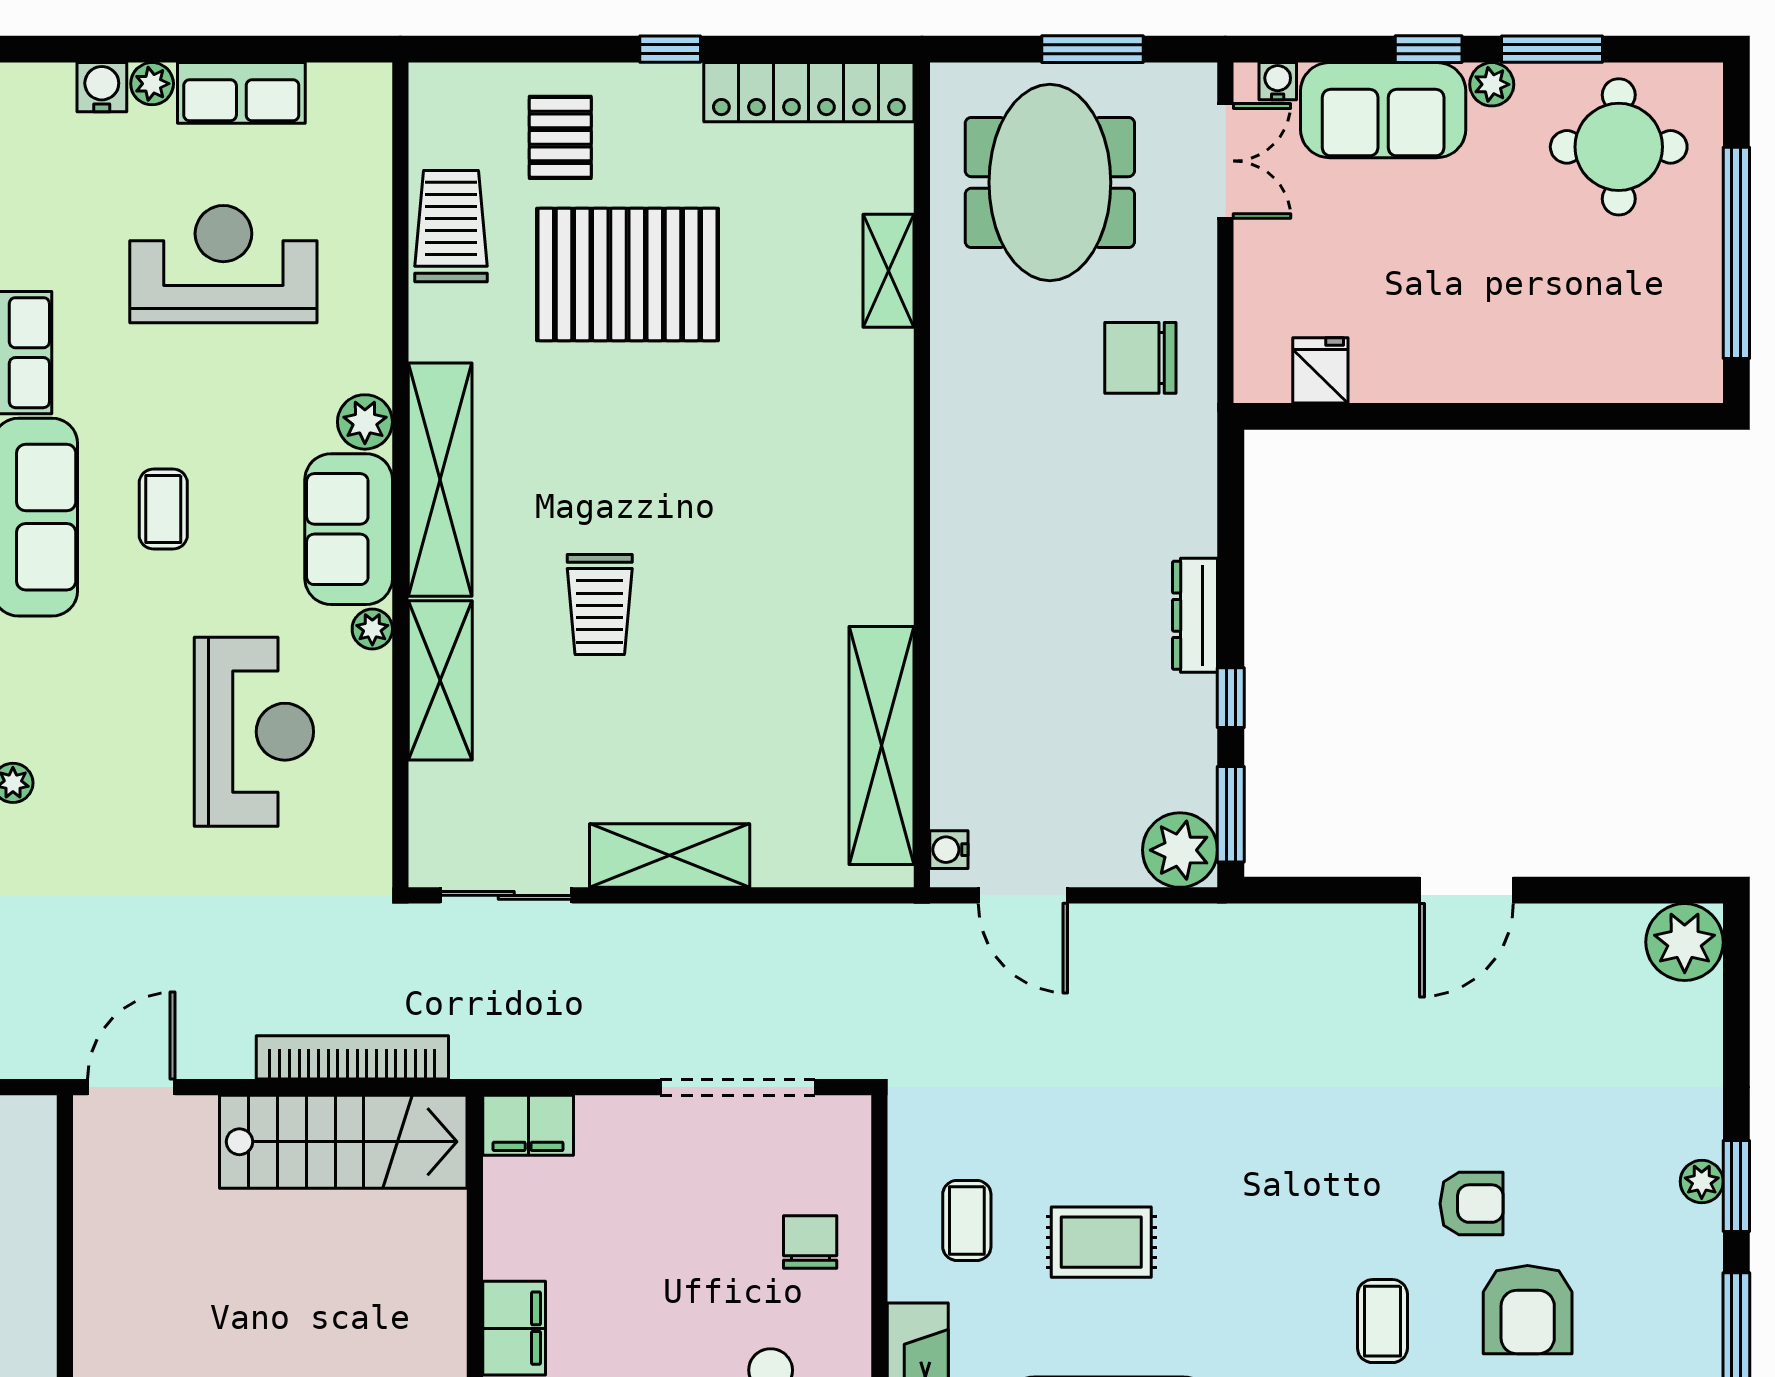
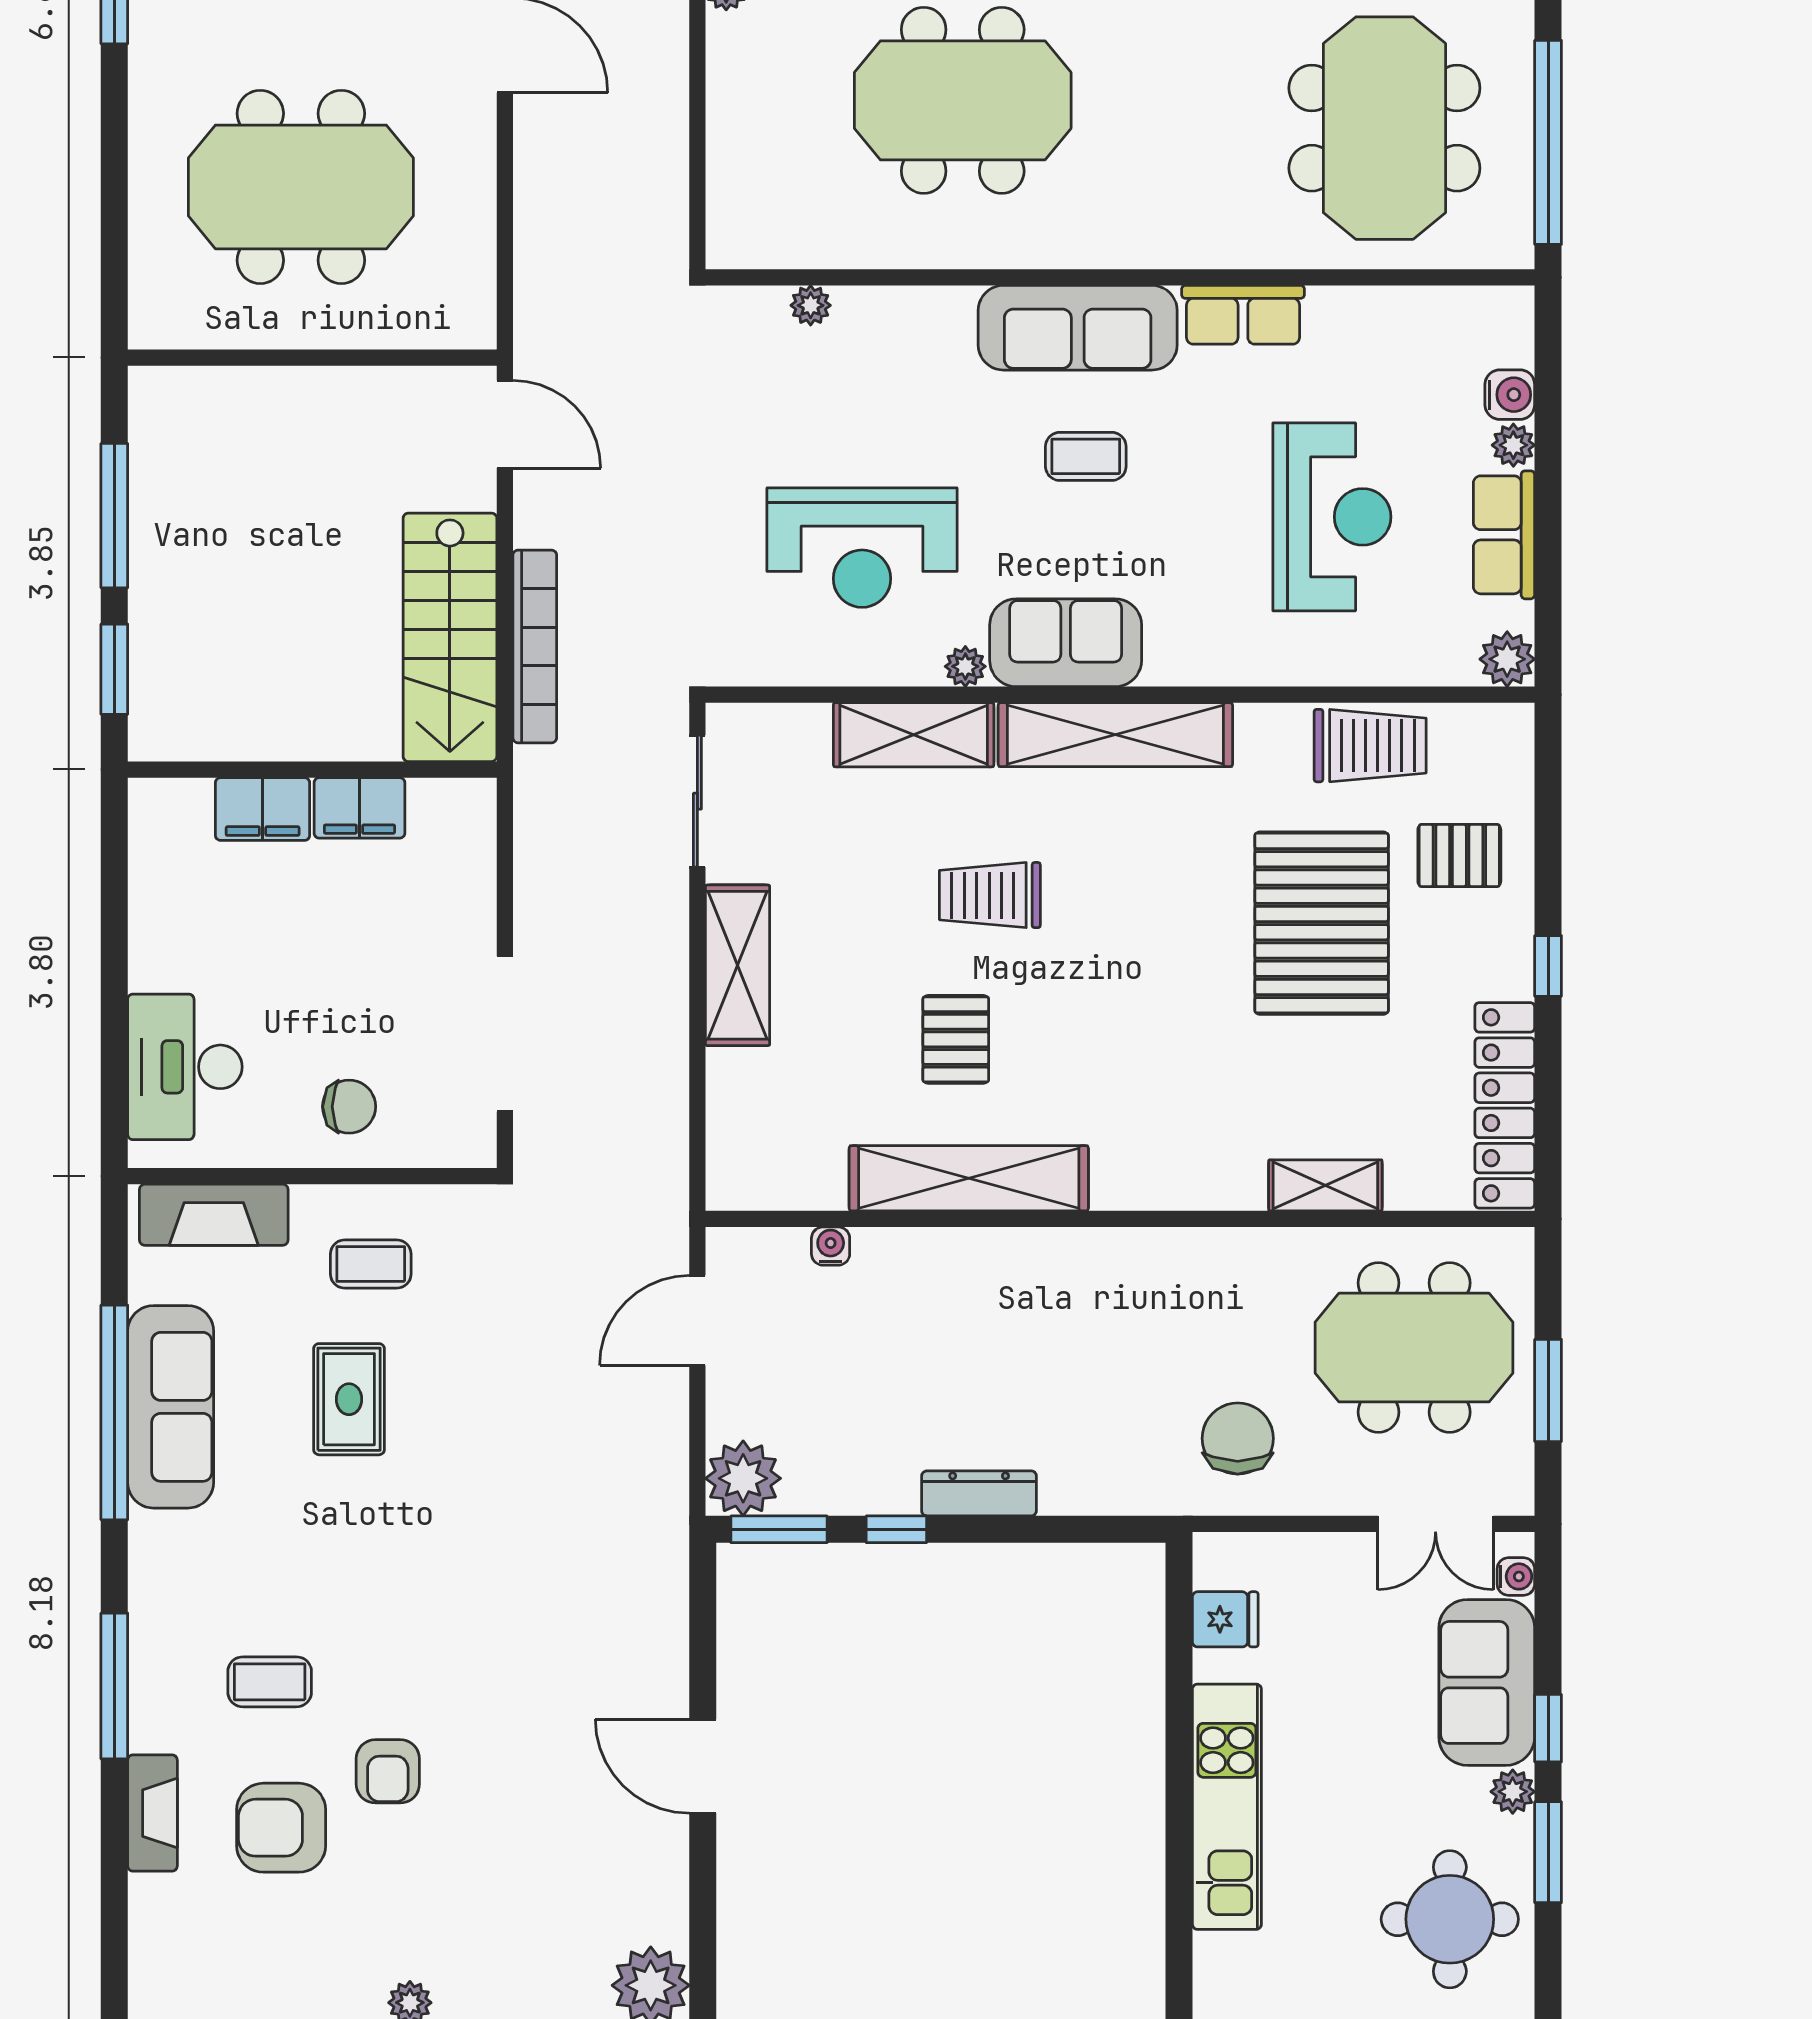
kitchen unit: (1507, 369) -> (1227, 1807), added
plant: (365, 422) -> (1507, 659), moved
pallet: (743, 638) -> (956, 1039), added
shelving: (882, 746) -> (969, 1178), moved
water cooler: (949, 850) -> (831, 1246), moved
filing cabinet: (528, 1125) -> (359, 808), moved, turned -90

